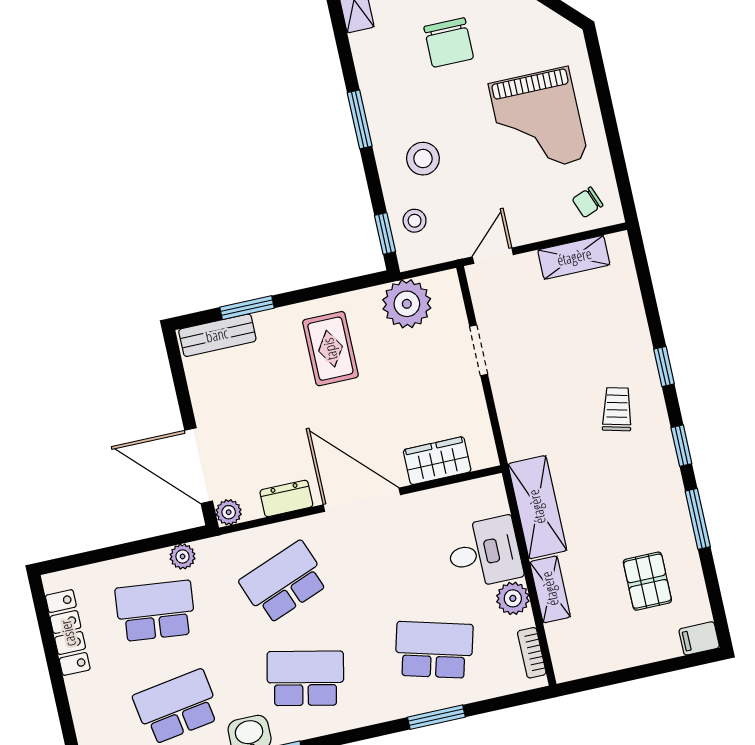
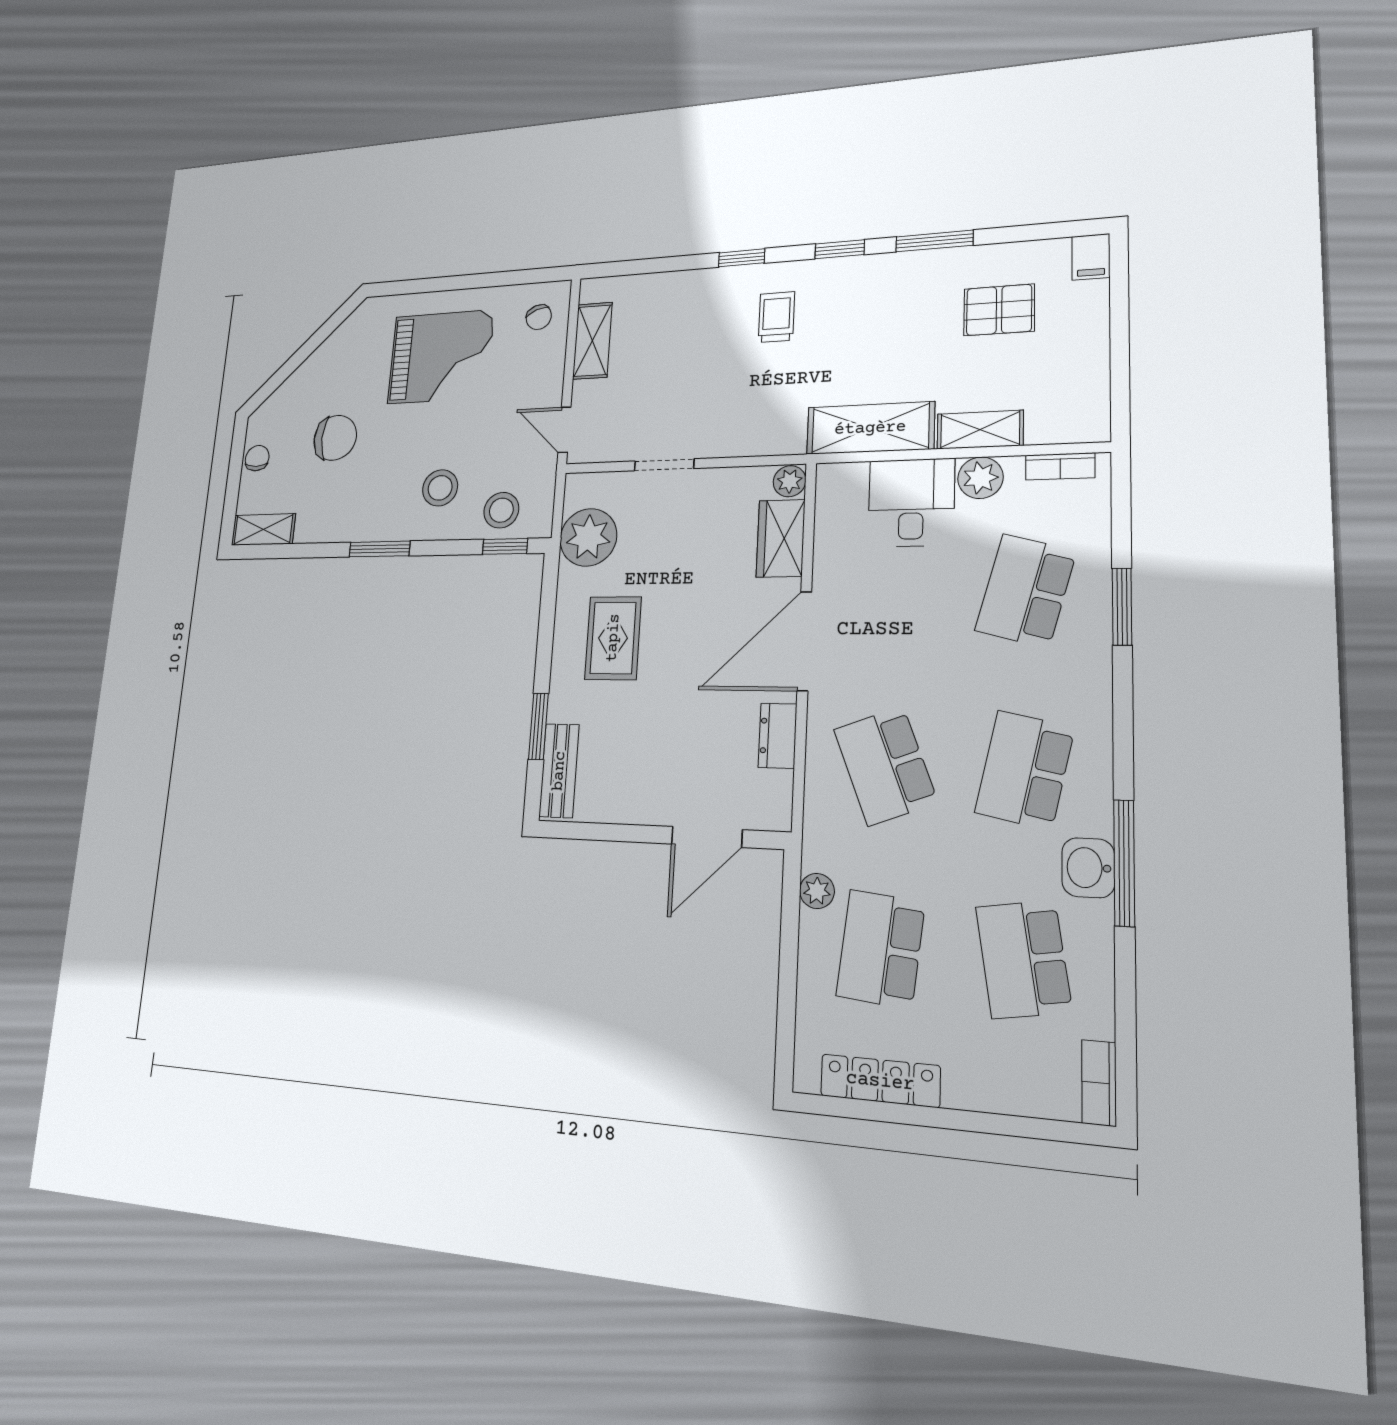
stool: (415, 221) -> (501, 510), width x1.37, depth x1.37
rug: (330, 349) -> (613, 638), turned 90
trolley: (617, 409) -> (776, 317), turned 76
door: (199, 466) -> (707, 837), width x0.73
plant: (229, 512) -> (790, 481), moved

